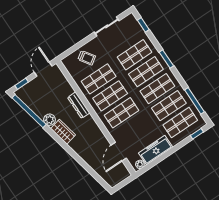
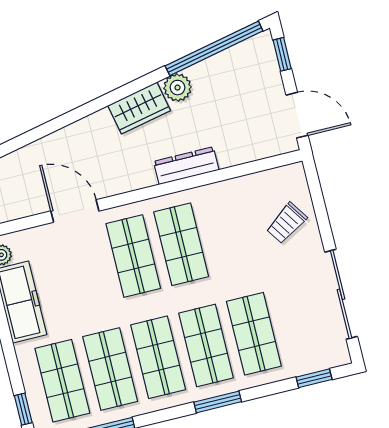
sliding door: (107, 26) -> (341, 294), width x1.37
shop shelf: (99, 79) -> (229, 232), removed
door: (119, 152) -> (75, 211), moved

